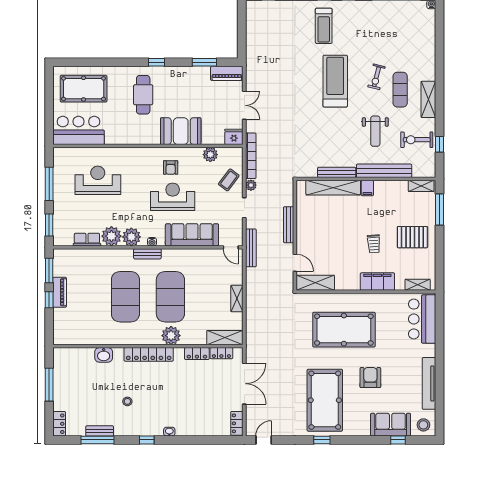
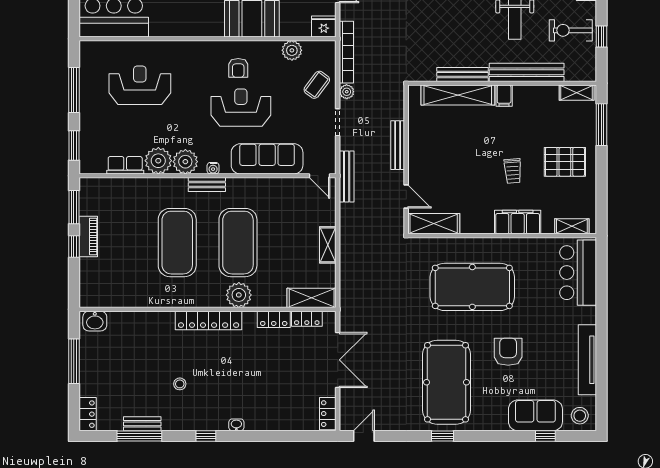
washbasin: (104, 355) -> (95, 321), moved

